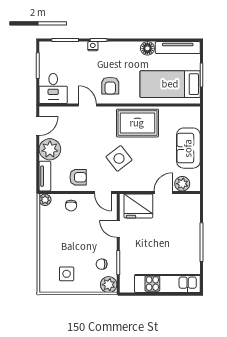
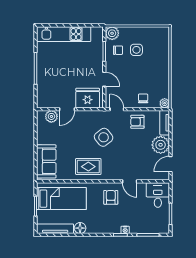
rug: (137, 123) -> (88, 167), width x0.73, depth x0.70
sofa: (188, 148) -> (46, 161), moved
side table: (67, 274) -> (136, 50), moved

